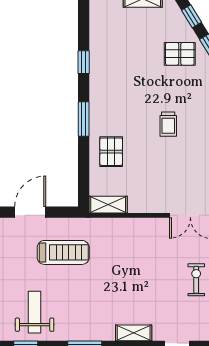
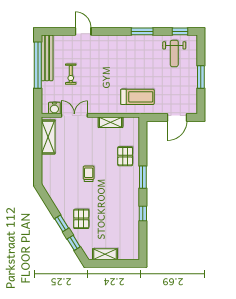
pallet: (180, 54) -> (81, 219), turned 90
shelving: (108, 205) -> (111, 122), moved
treadmill: (63, 252) -> (137, 97), moved, turned 180
shelving: (134, 333) -> (111, 40), removed

